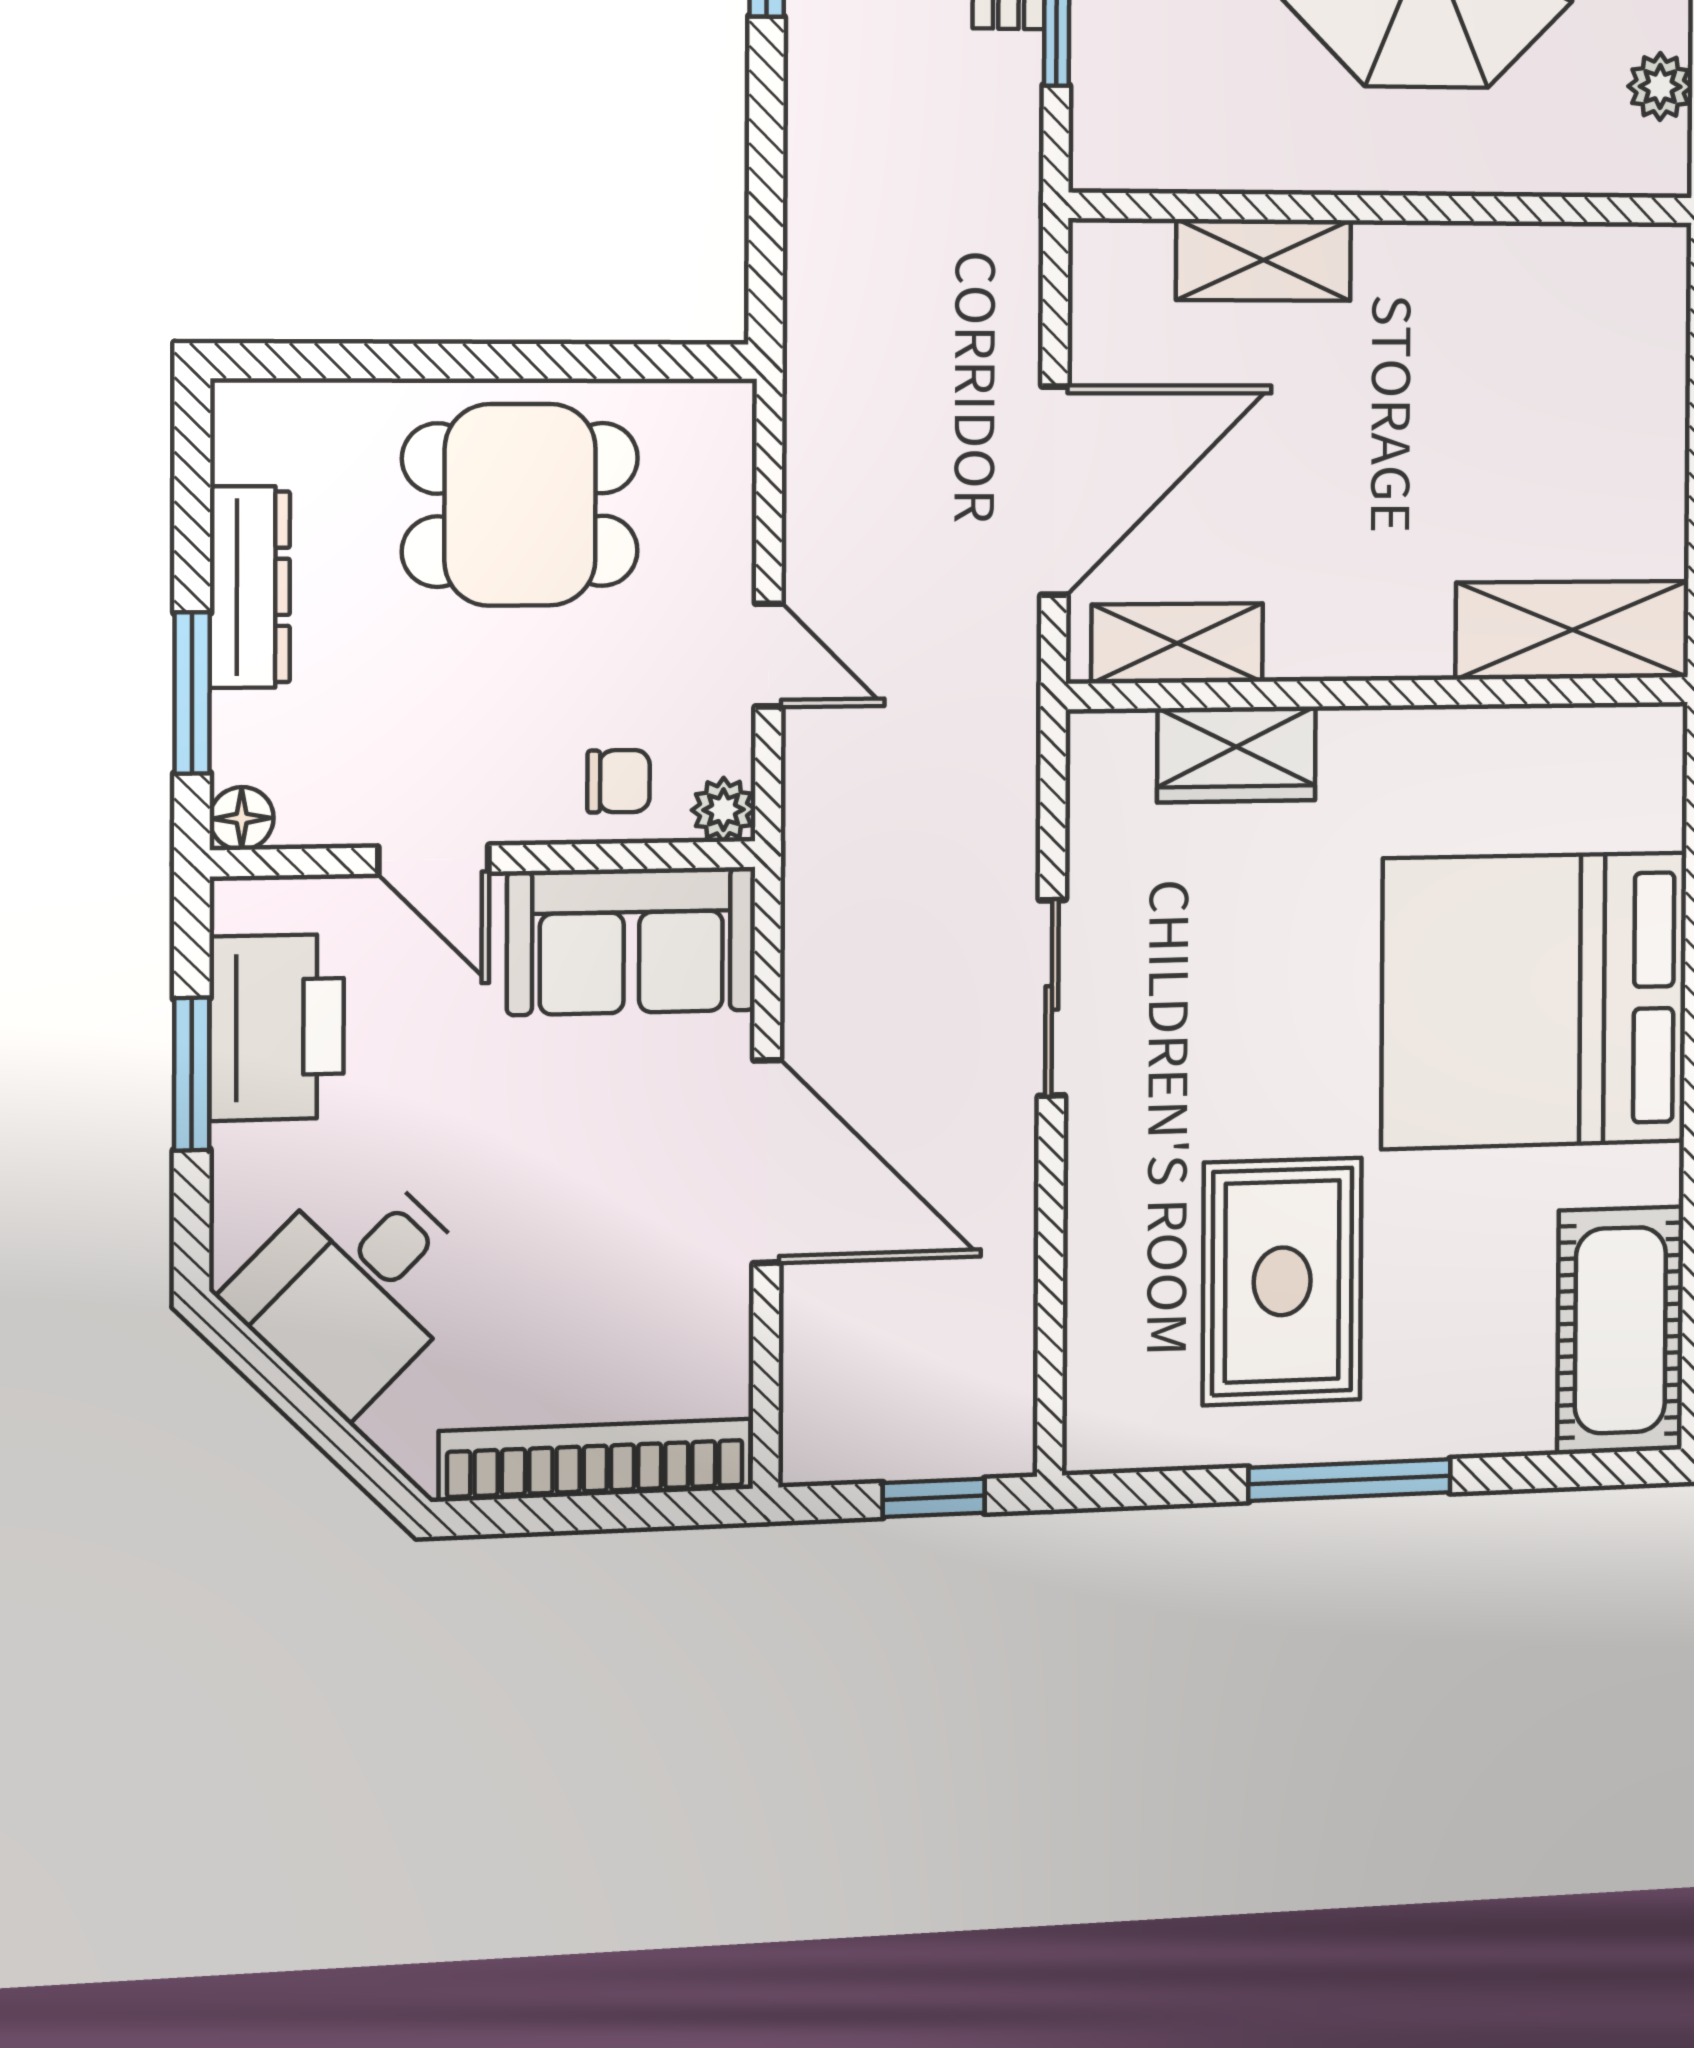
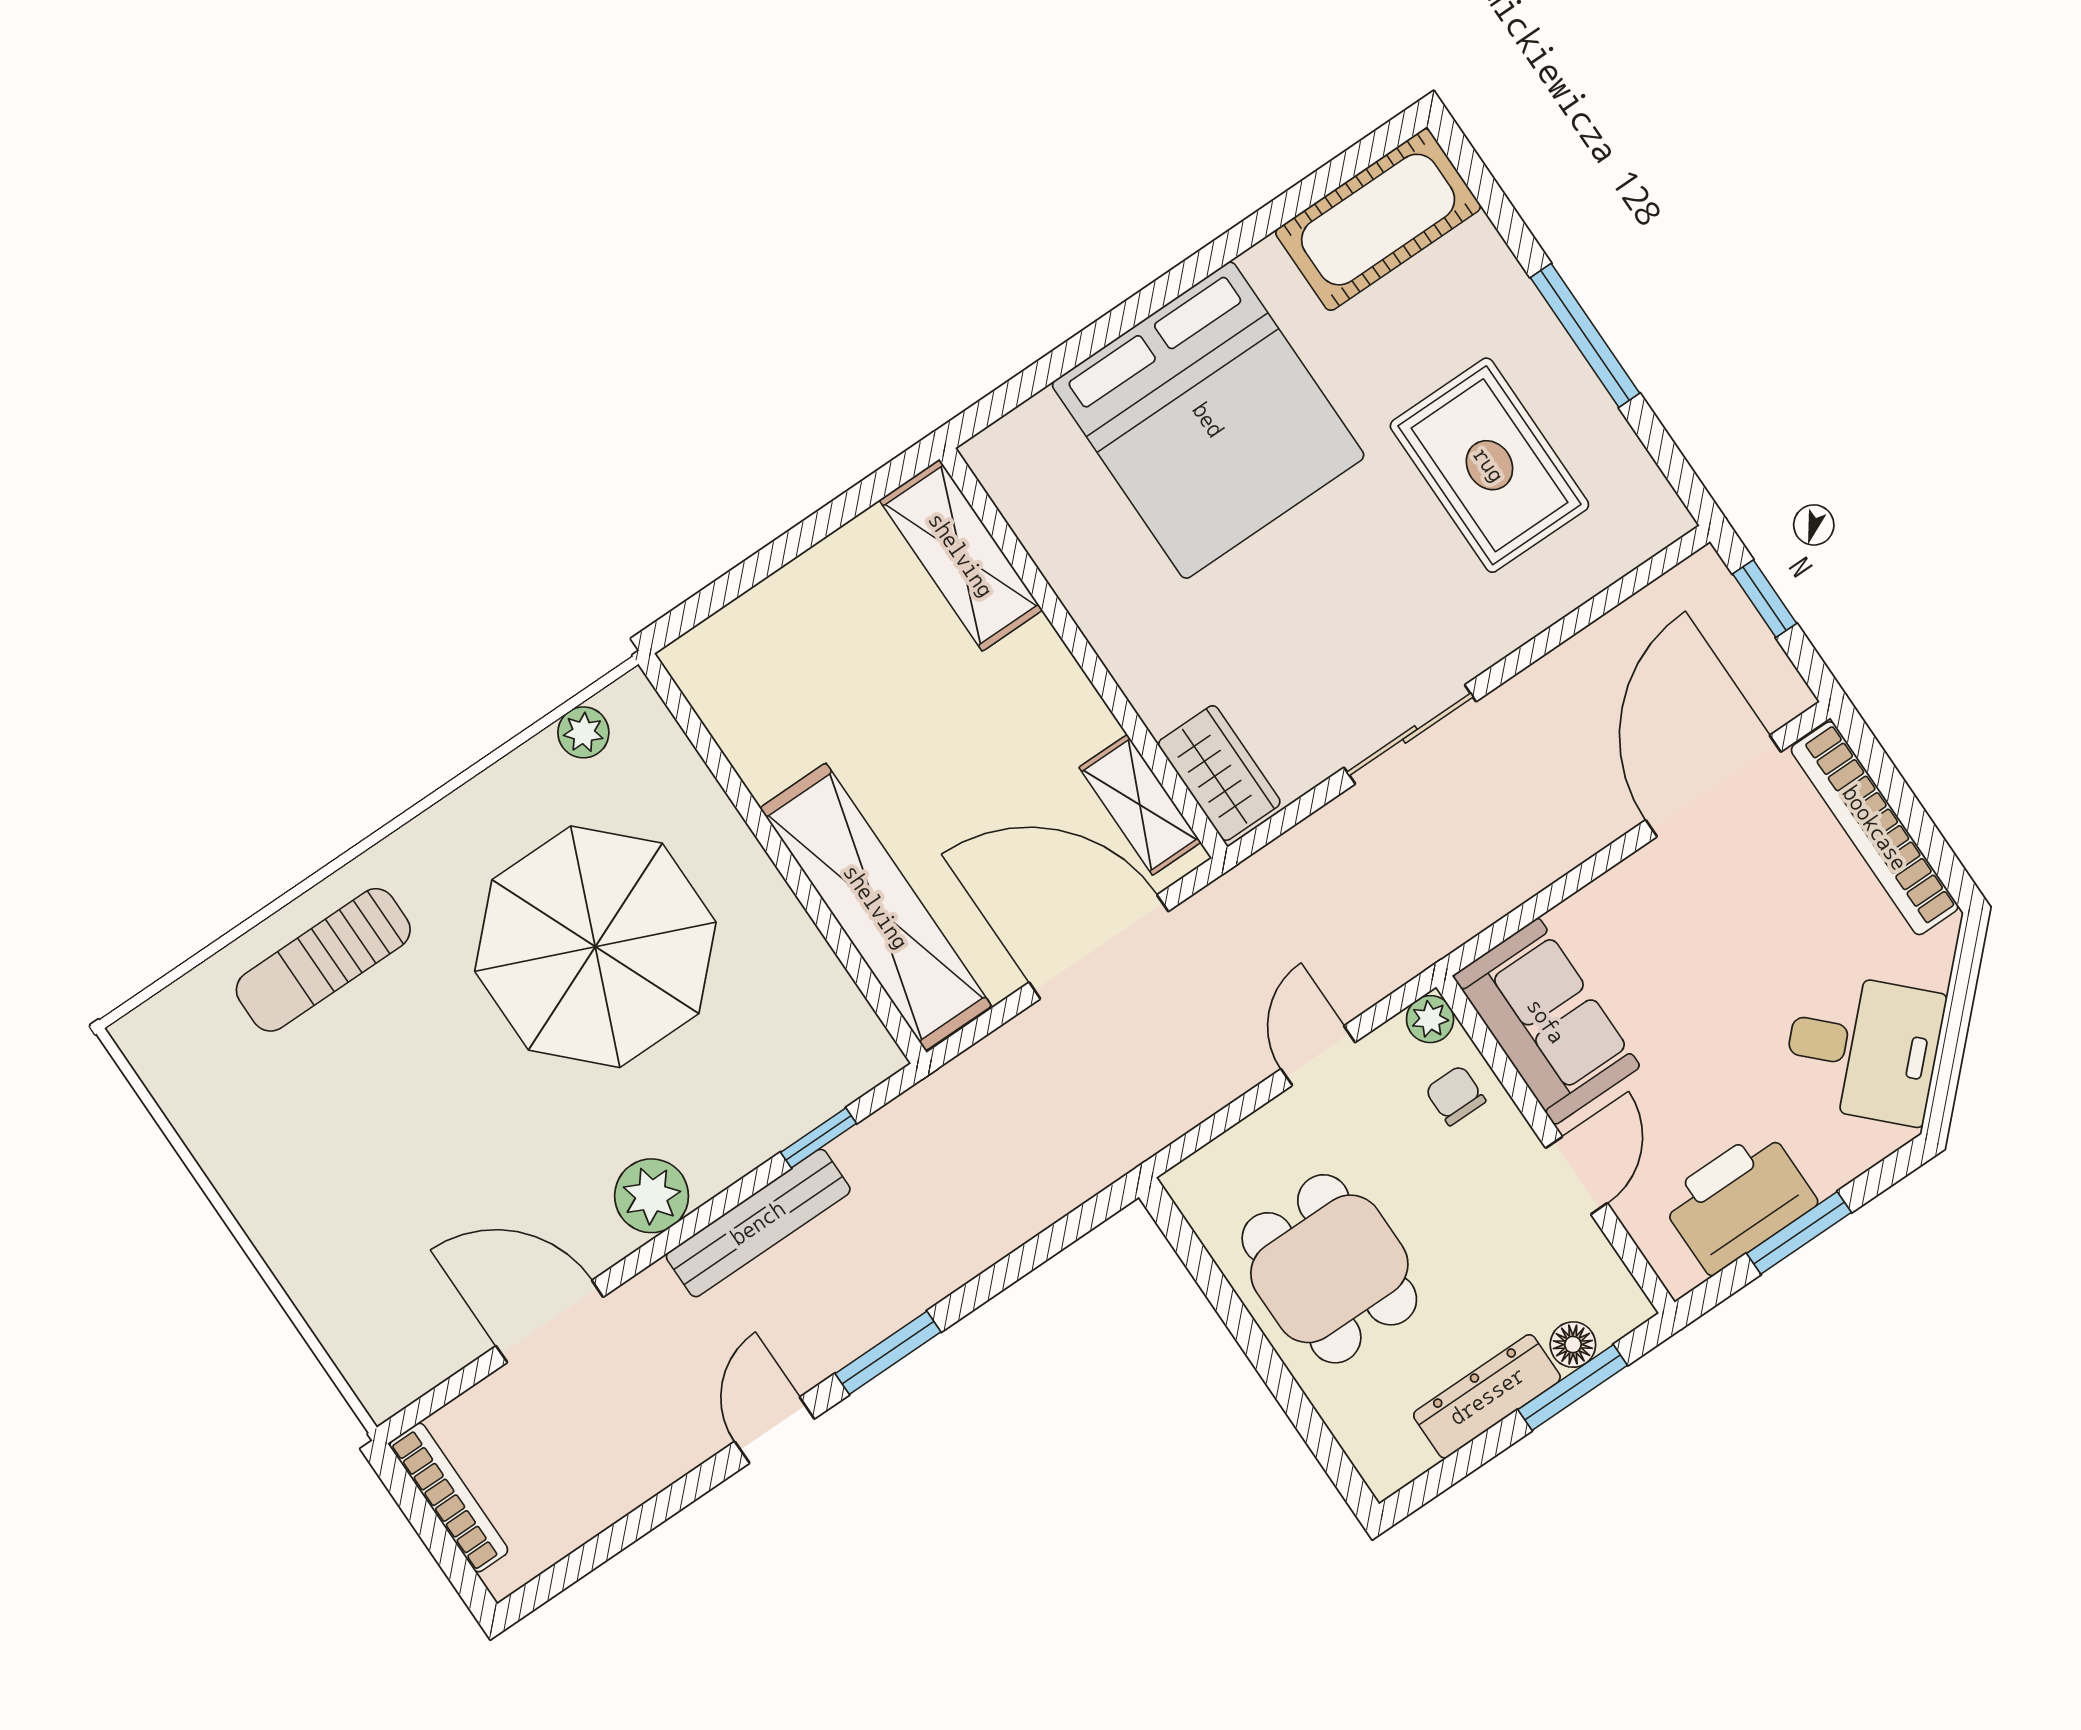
shelving: (1264, 260) -> (876, 907), width x2.20, depth x1.33
wardrobe: (1236, 754) -> (1219, 773), moved
floor lamp: (242, 818) -> (1573, 1345), moved
door: (767, 1162) -> (1713, 786), moved
rug: (1282, 1281) -> (1489, 465), turned 90

